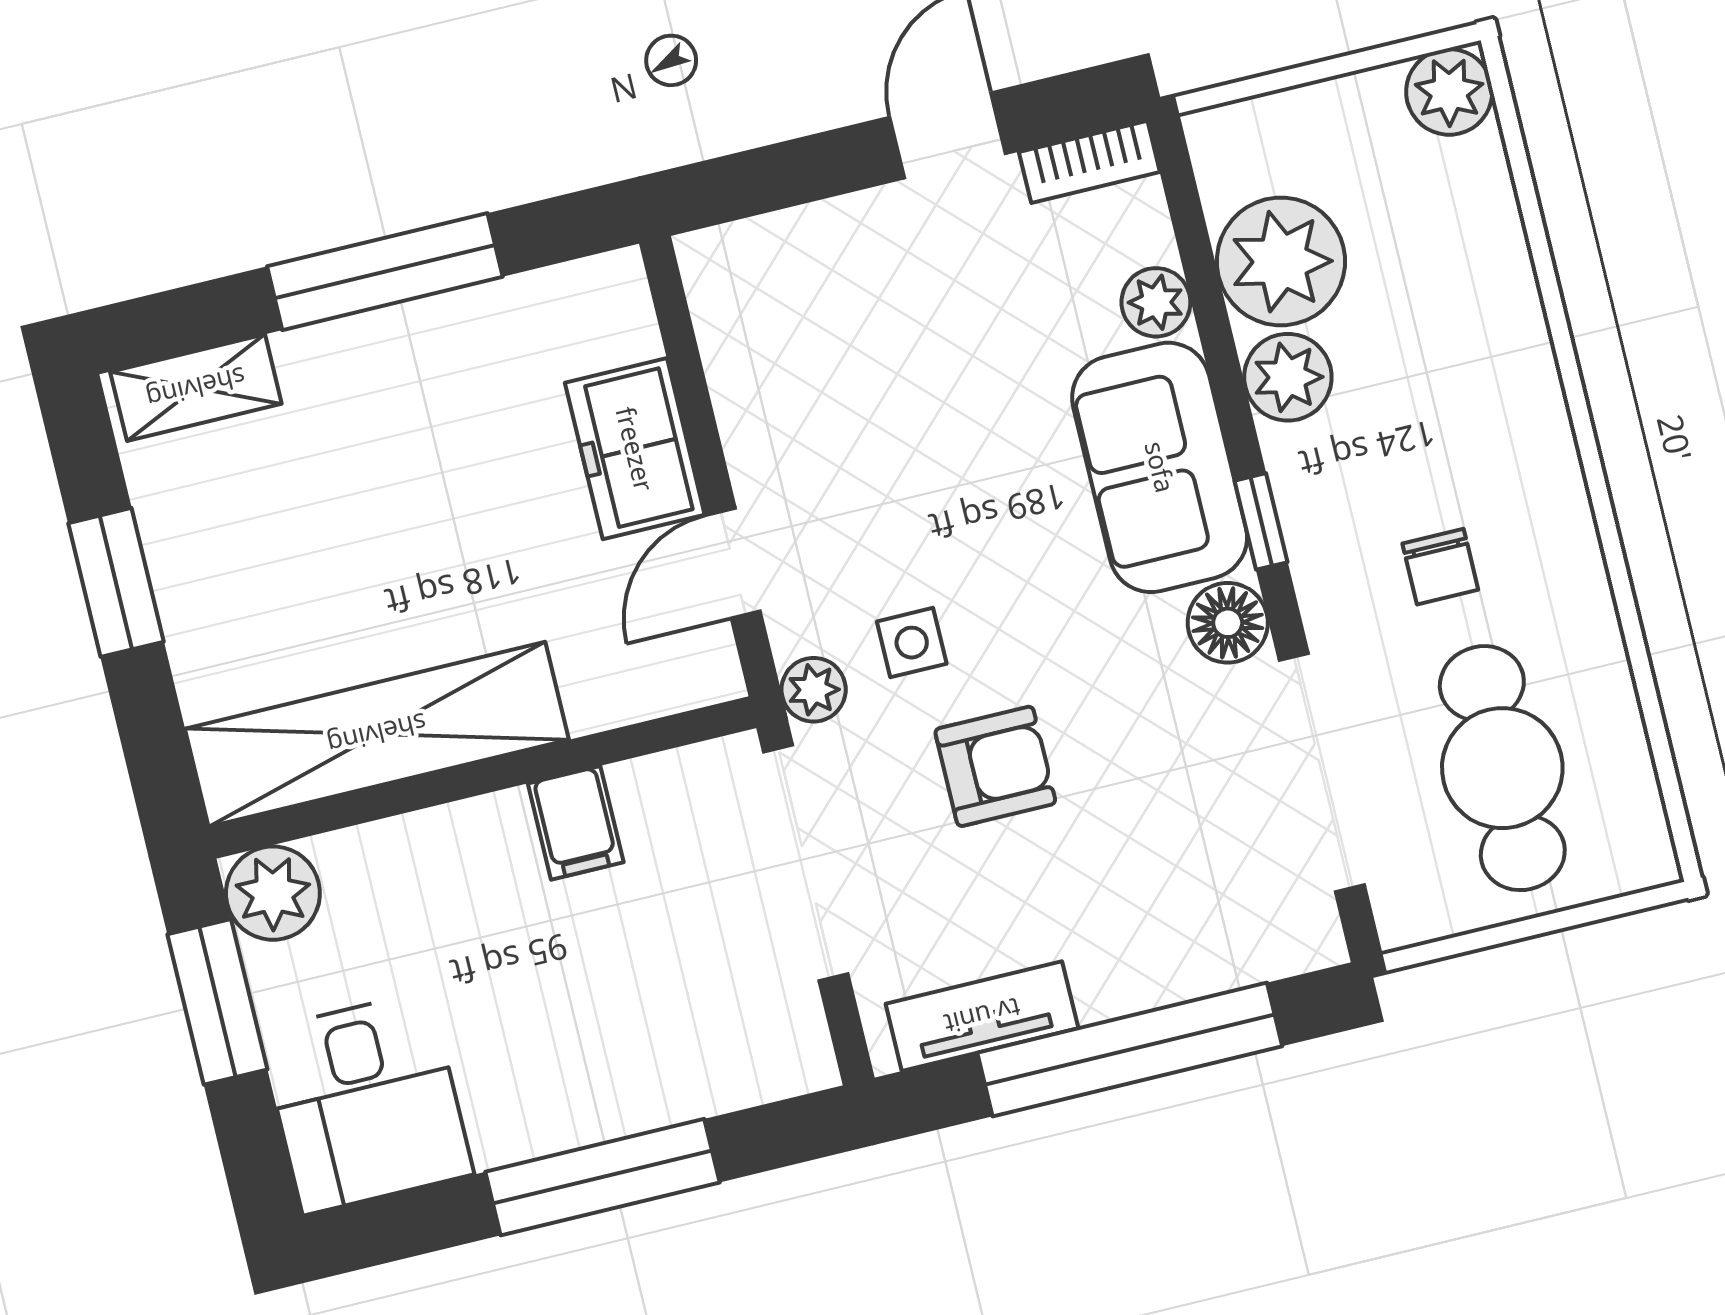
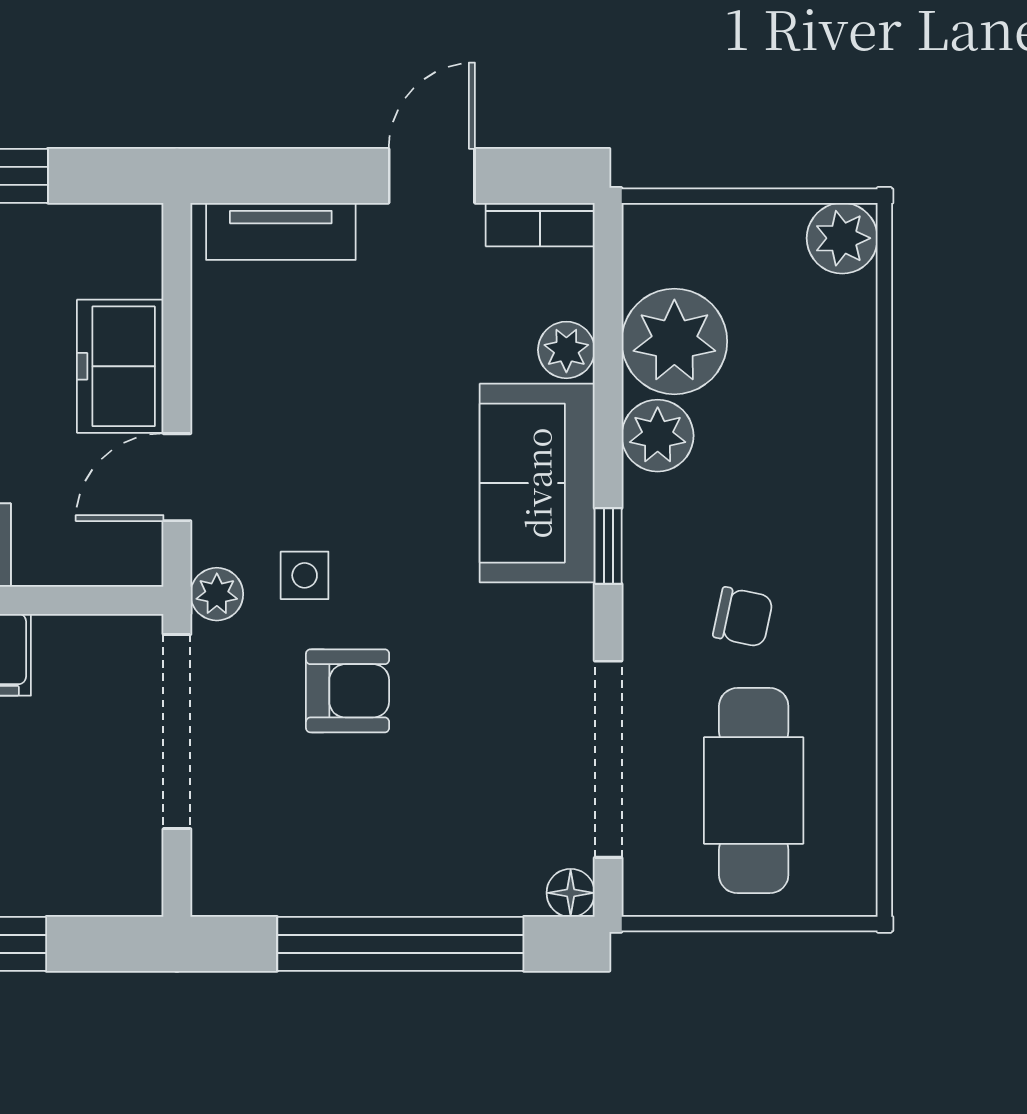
chair: (1440, 567) -> (743, 617), turned -78
floor lamp: (1228, 623) -> (571, 893), moved, width x0.73, depth x0.73
tv unit: (982, 1016) -> (281, 231), moved, turned 180

